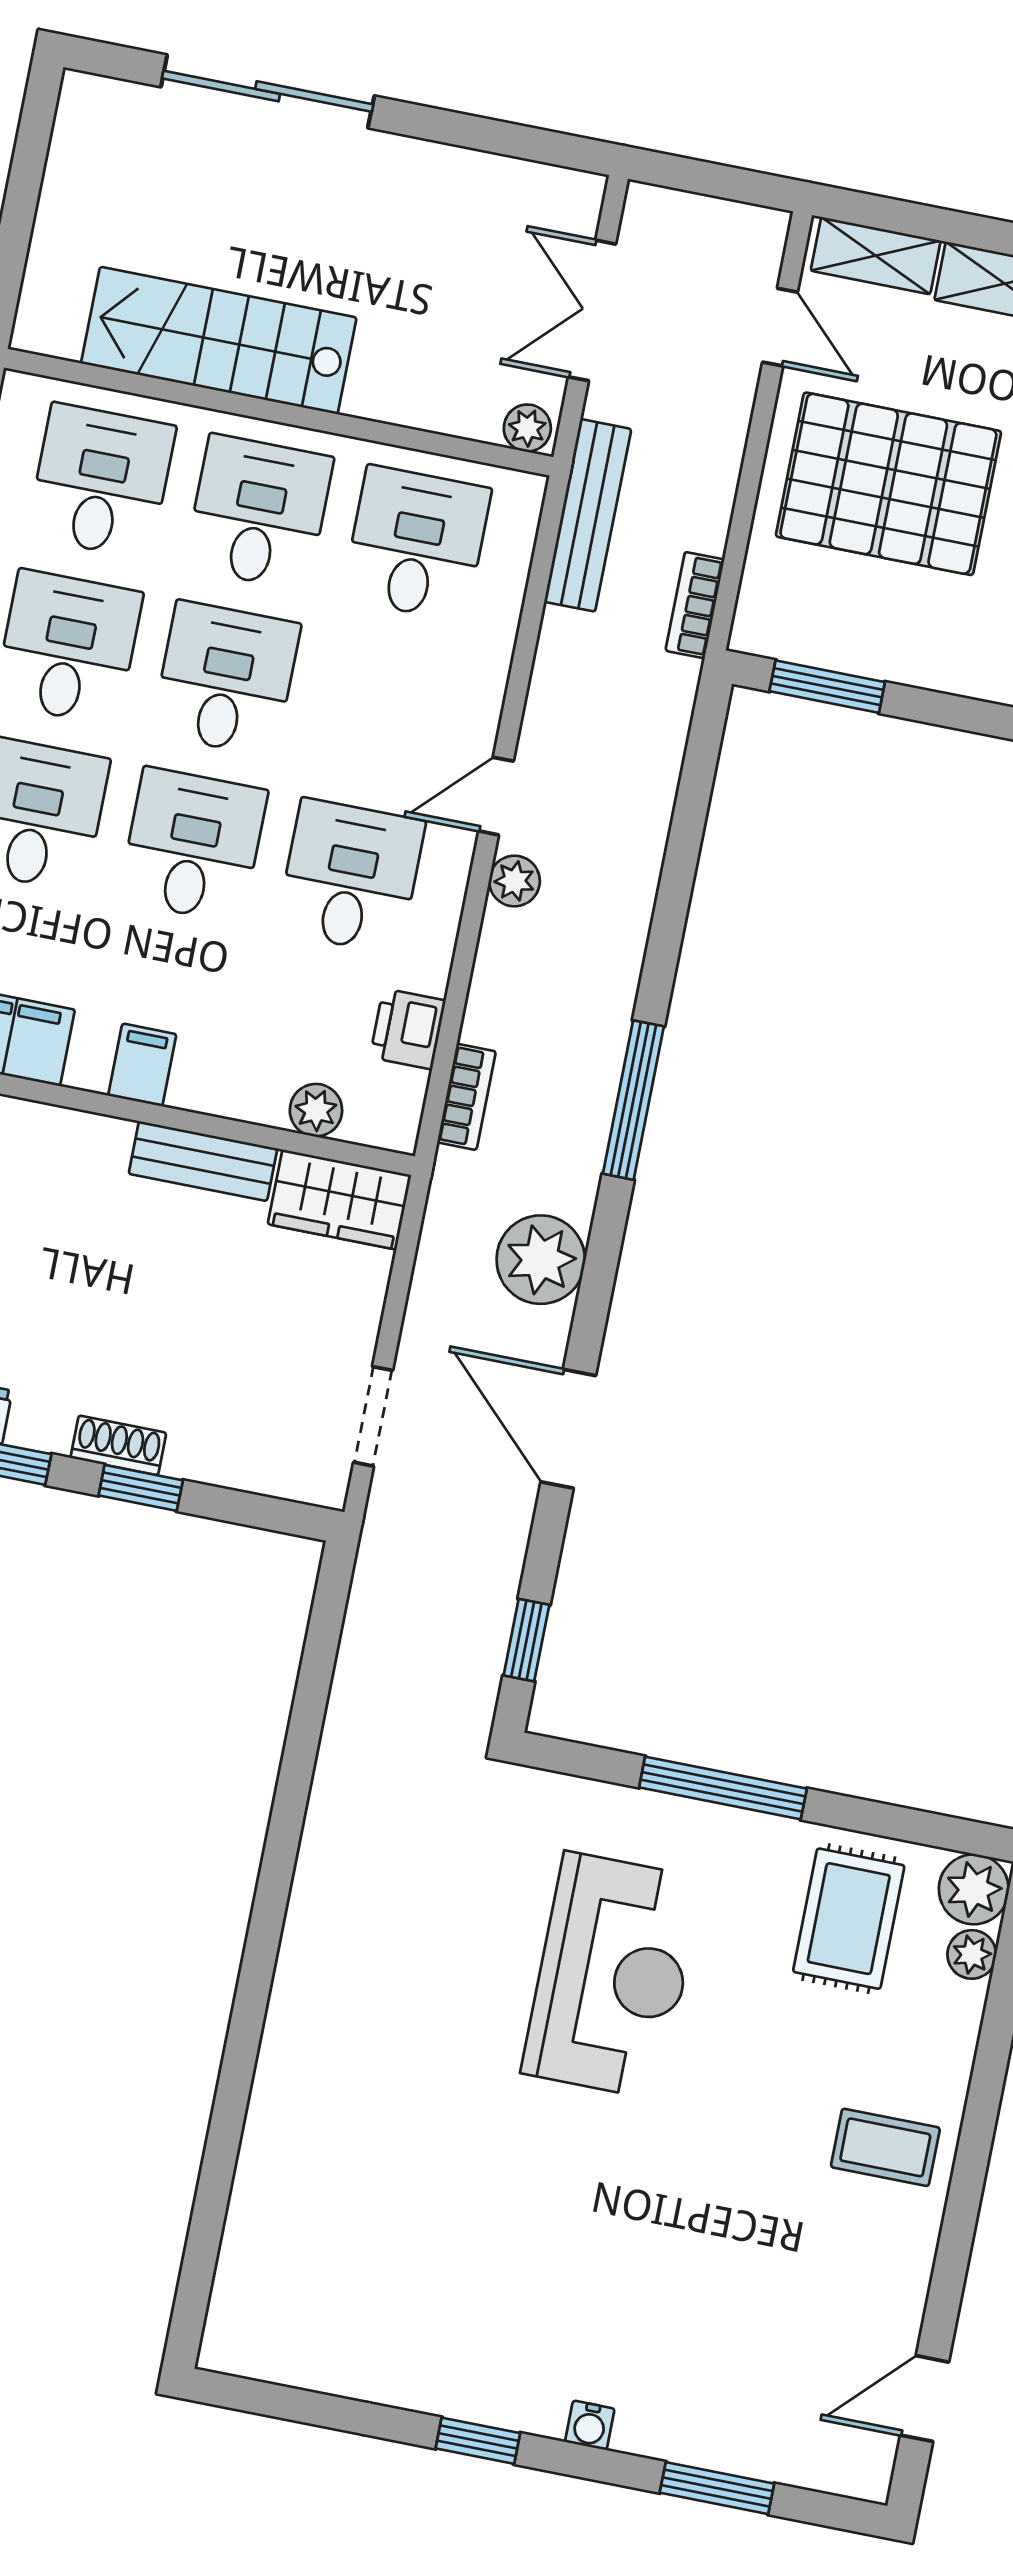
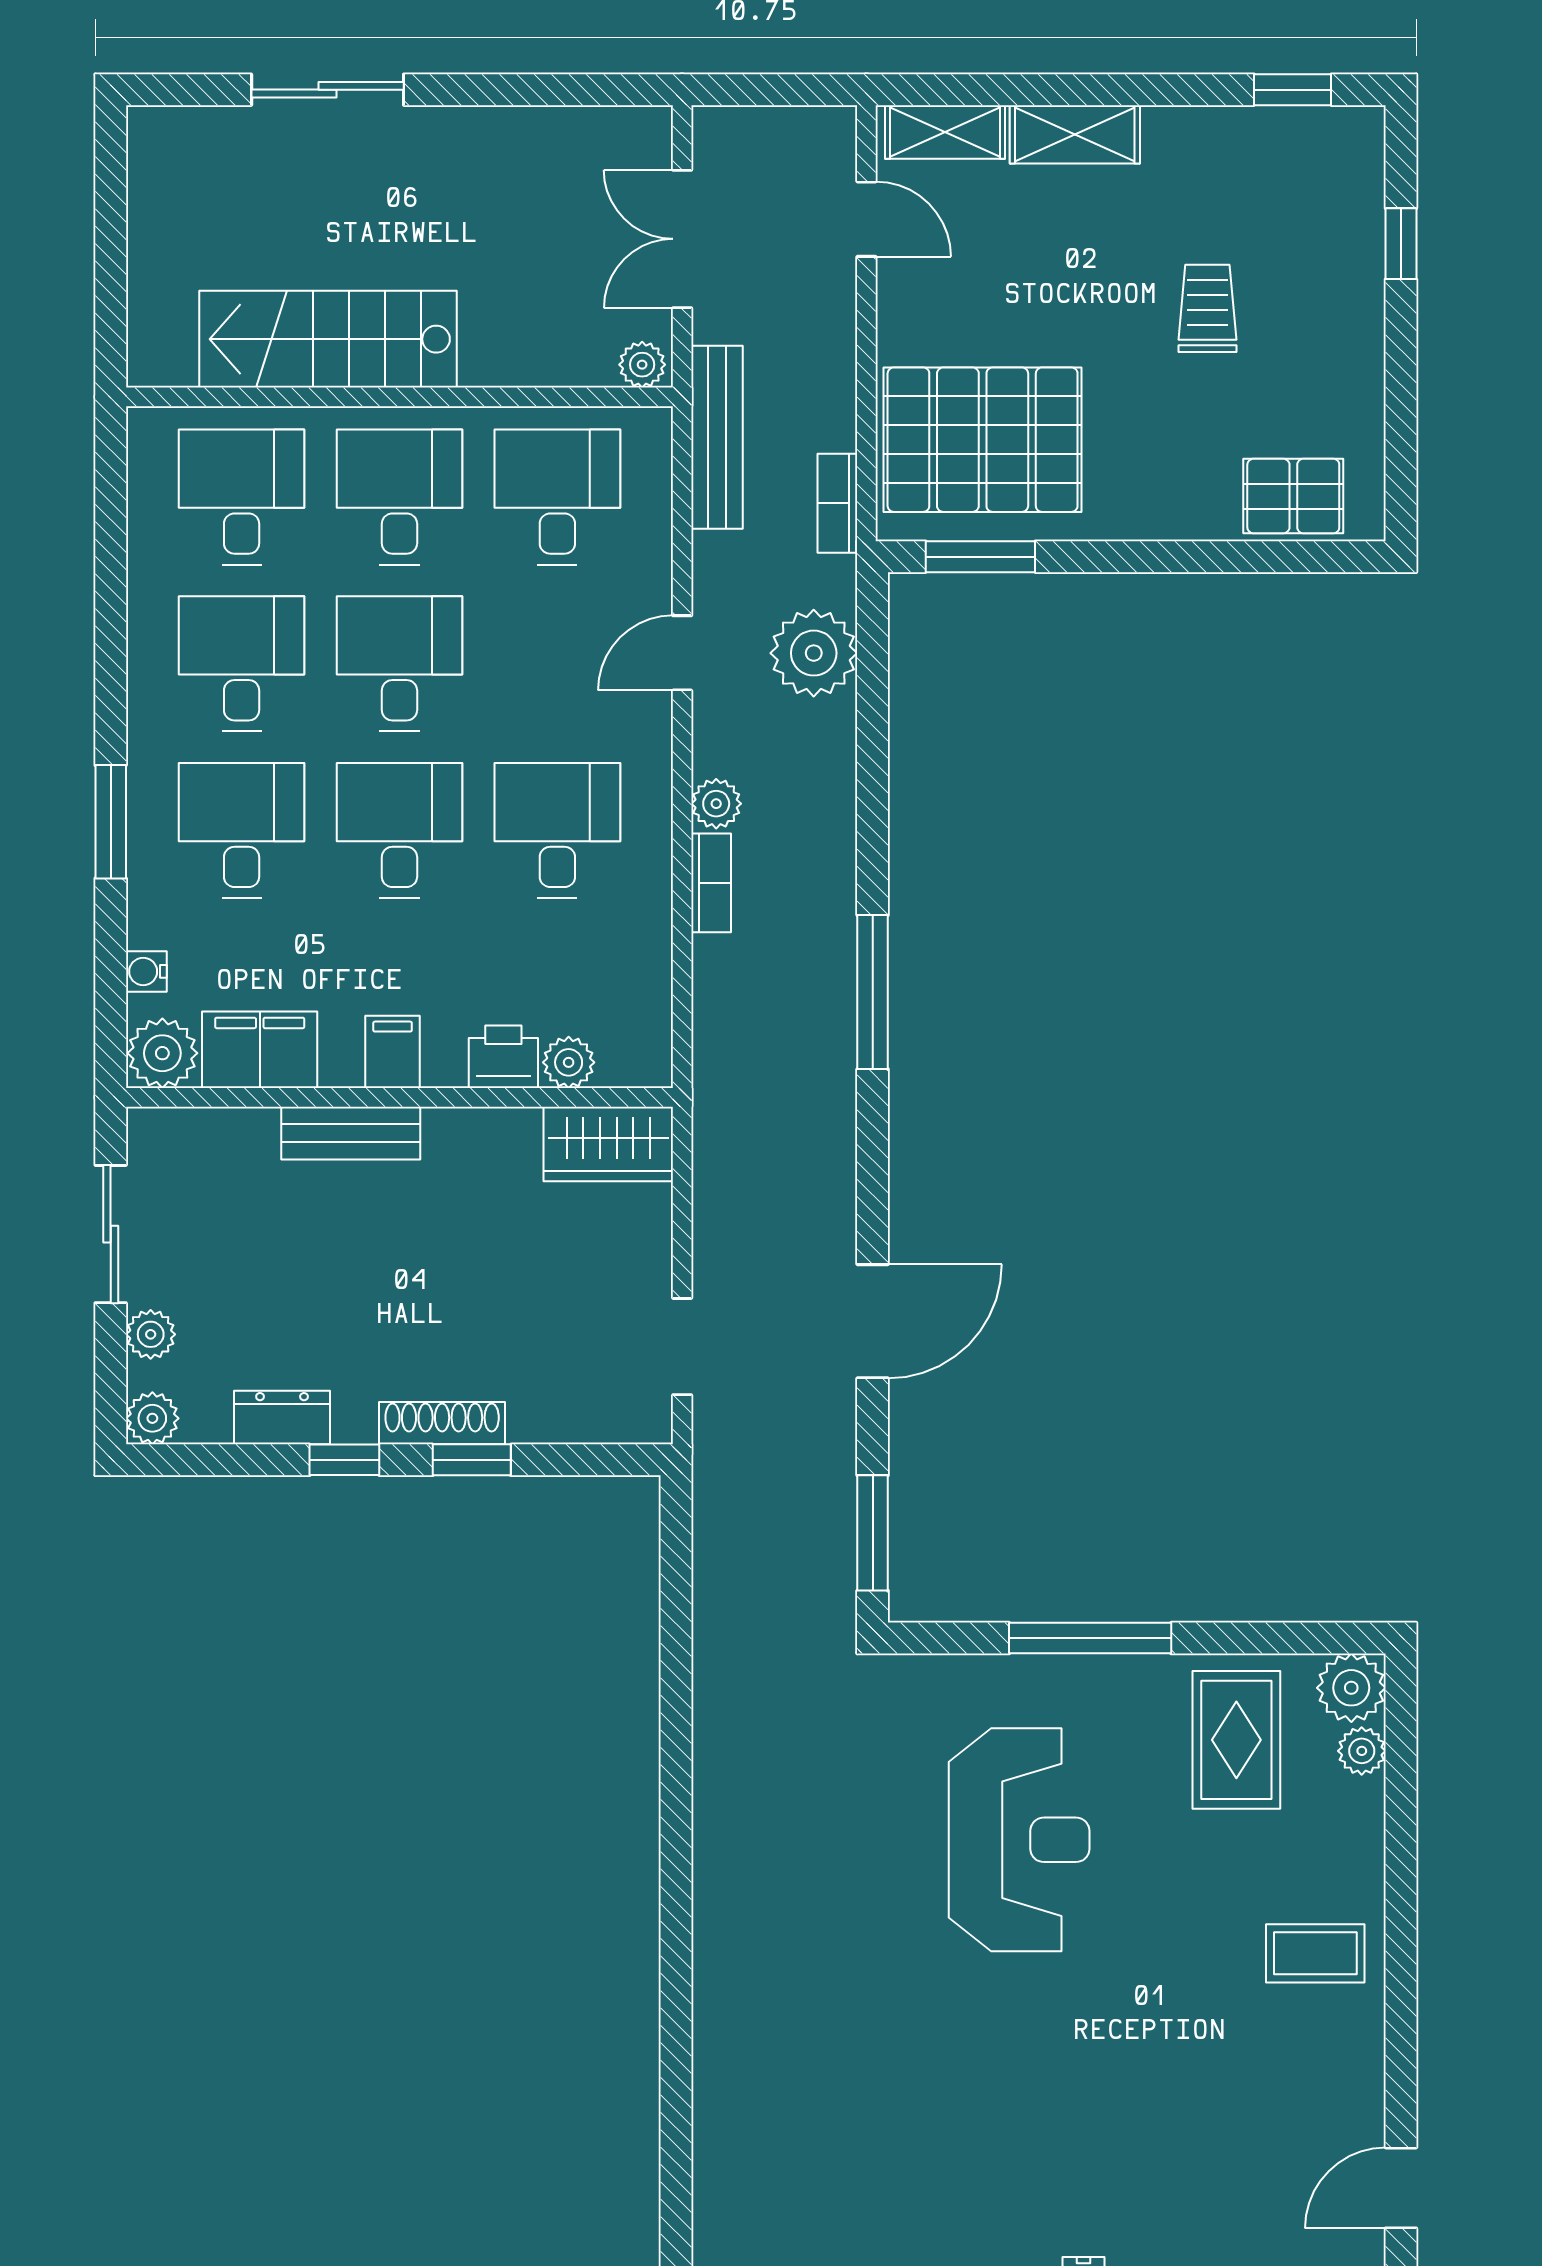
sliding door: (268, 91) -> (328, 90), width x0.73
pallet: (888, 484) -> (983, 440), moved
door: (496, 796) -> (682, 653), moved
printer: (408, 1029) -> (503, 1057), moved, turned 90
bookcase: (466, 1097) -> (711, 883), moved
bench: (203, 1161) -> (351, 1133), moved
plant: (541, 1260) -> (814, 653), moved
door: (568, 1429) -> (873, 1321), swing flipped
shoe rack: (118, 1445) -> (442, 1423), width x1.43
window: (526, 1640) -> (873, 1533), width x1.50

